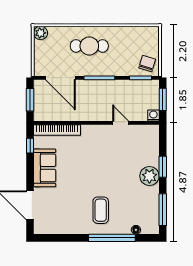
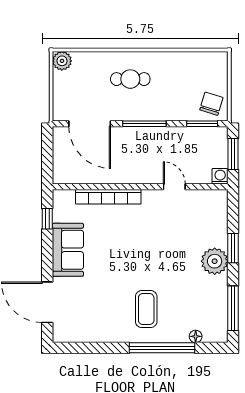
cafe table: (89, 46) -> (130, 79), width x0.73, depth x0.74
window: (30, 100) -> (47, 154), removed
bookcase: (57, 130) -> (108, 197), moved

